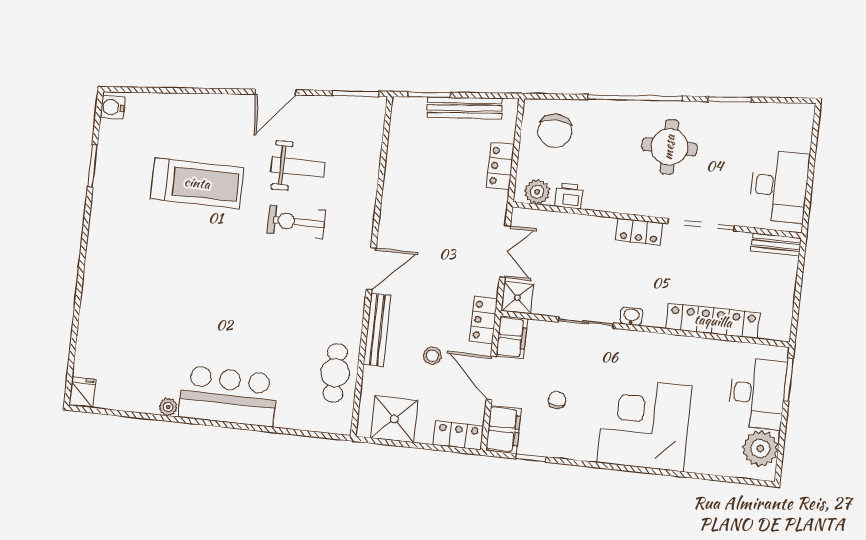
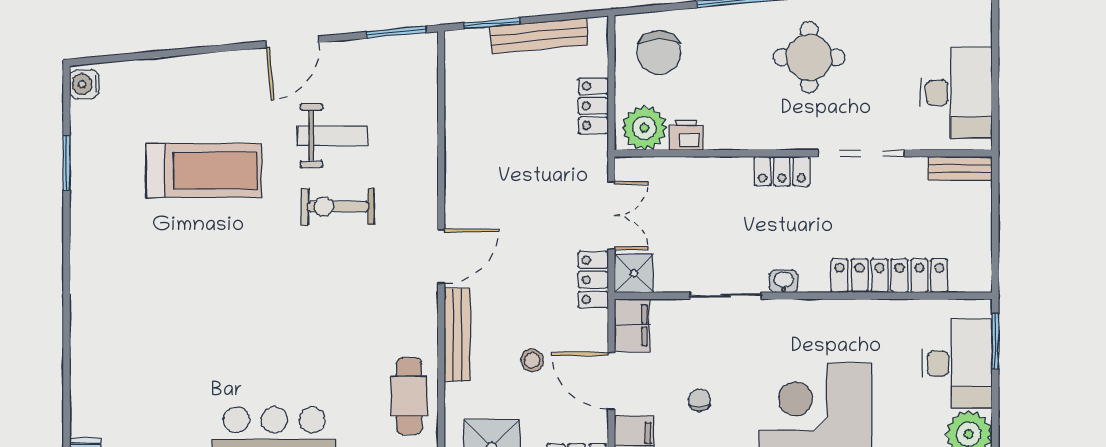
plant: (537, 192) -> (644, 128), width x1.36, depth x1.36
locker: (483, 320) -> (593, 280), moved

